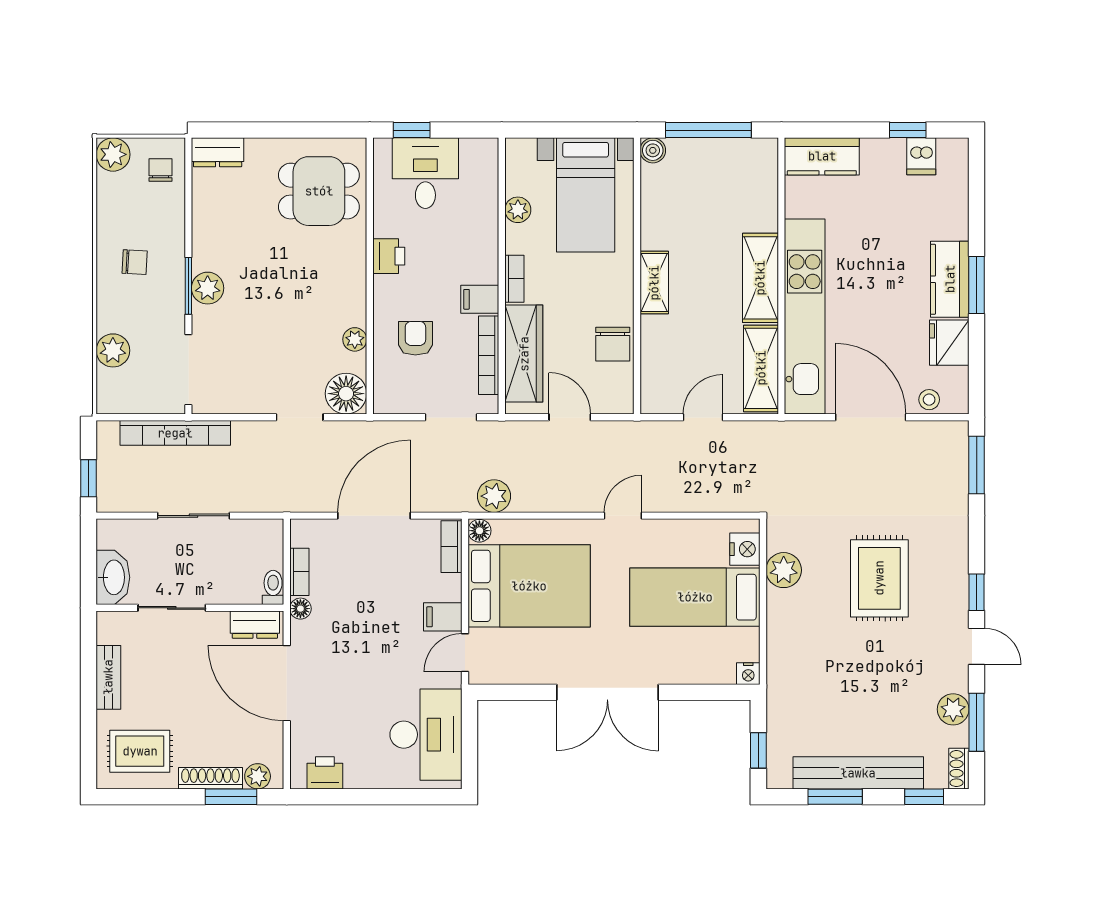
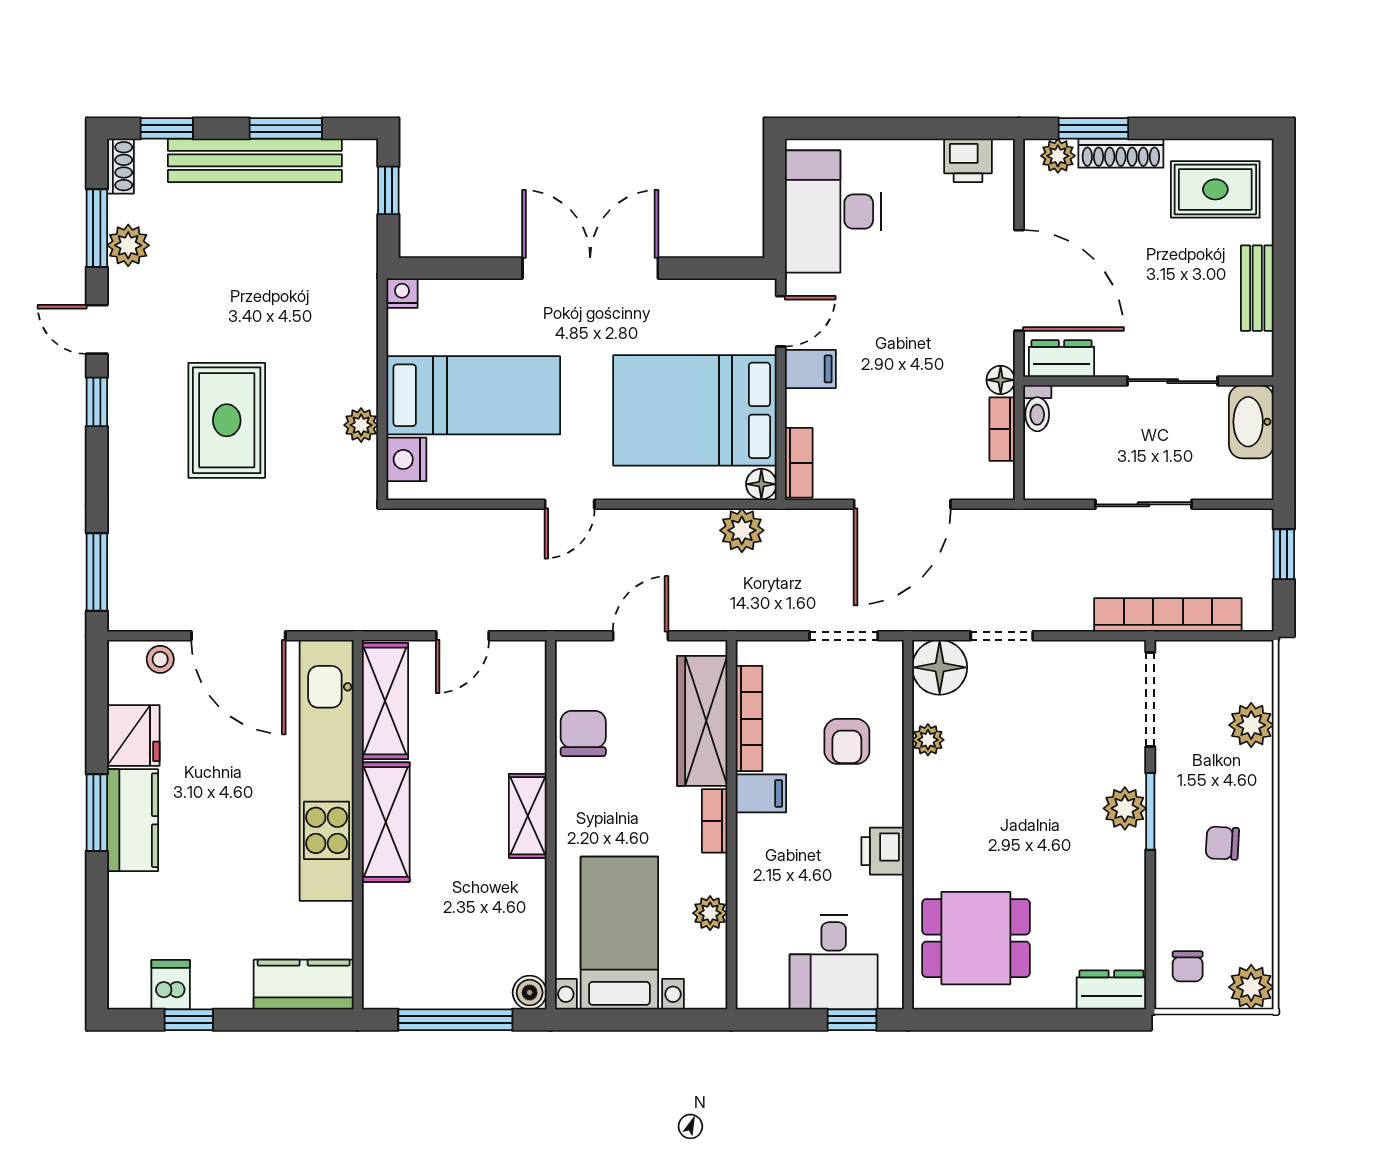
doorway: (451, 417) -> (844, 636), moved
door: (570, 417) -> (641, 636), swing flipped
plant: (784, 570) -> (361, 425), width x0.73, depth x0.73

